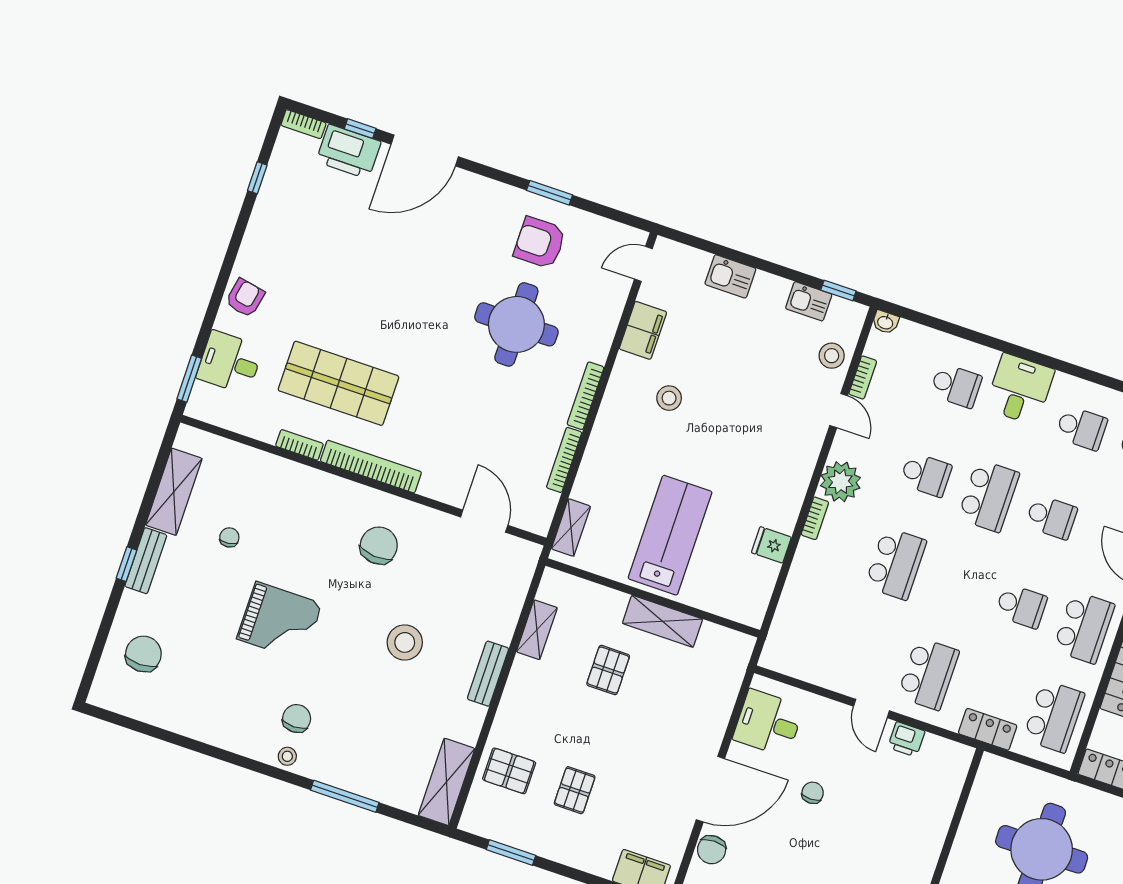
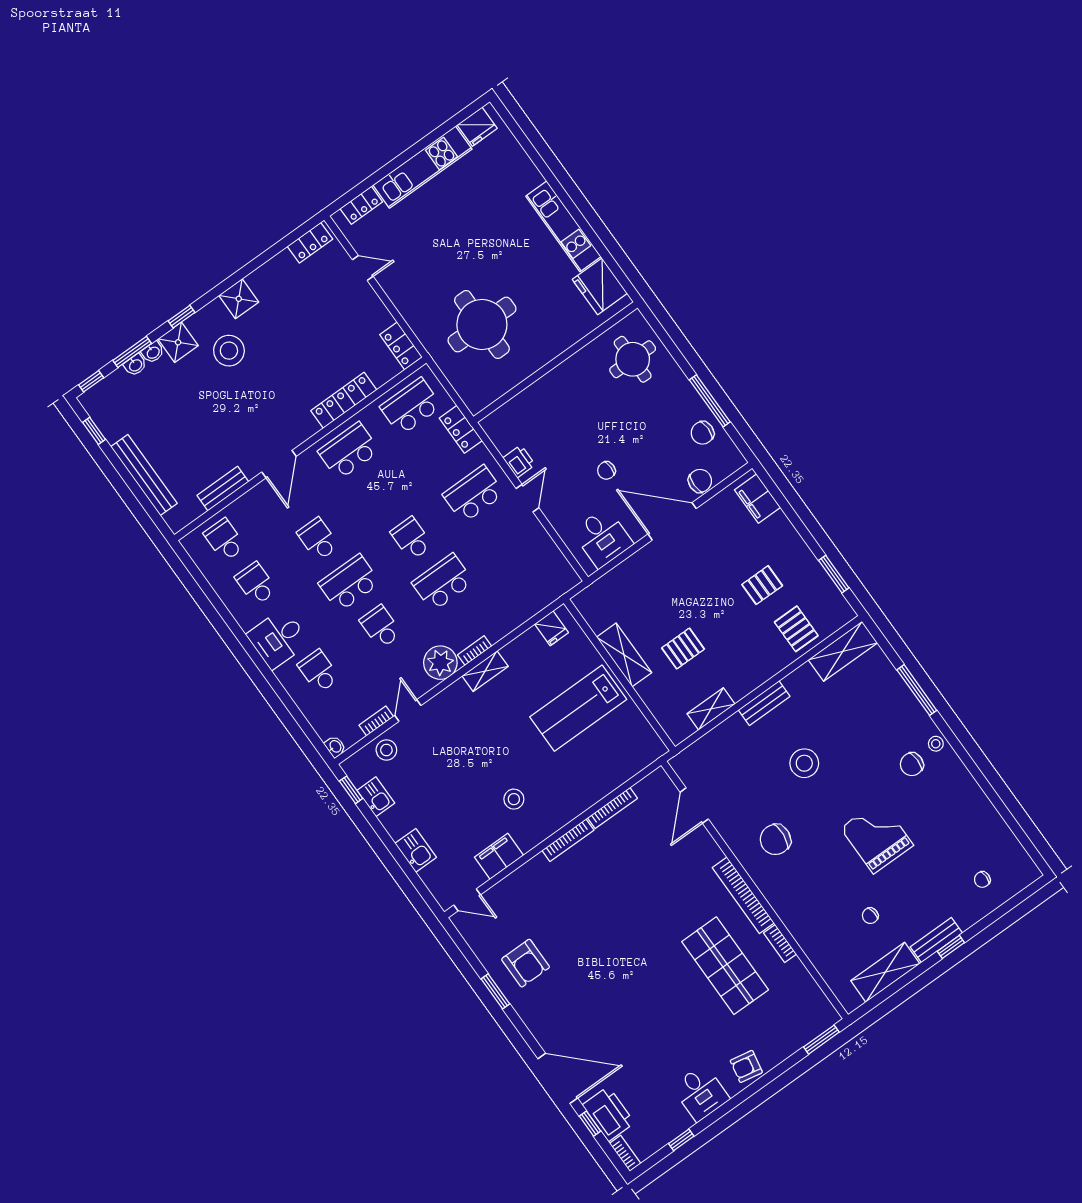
round table: (516, 324) -> (580, 920), removed
desk: (230, 362) -> (701, 1093), moved
shelving: (571, 528) -> (485, 671), moved
fridge: (771, 545) -> (551, 628), moved
school desk: (1021, 606) -> (411, 539), moved
chair: (143, 654) -> (982, 880), width x0.54, depth x0.54

